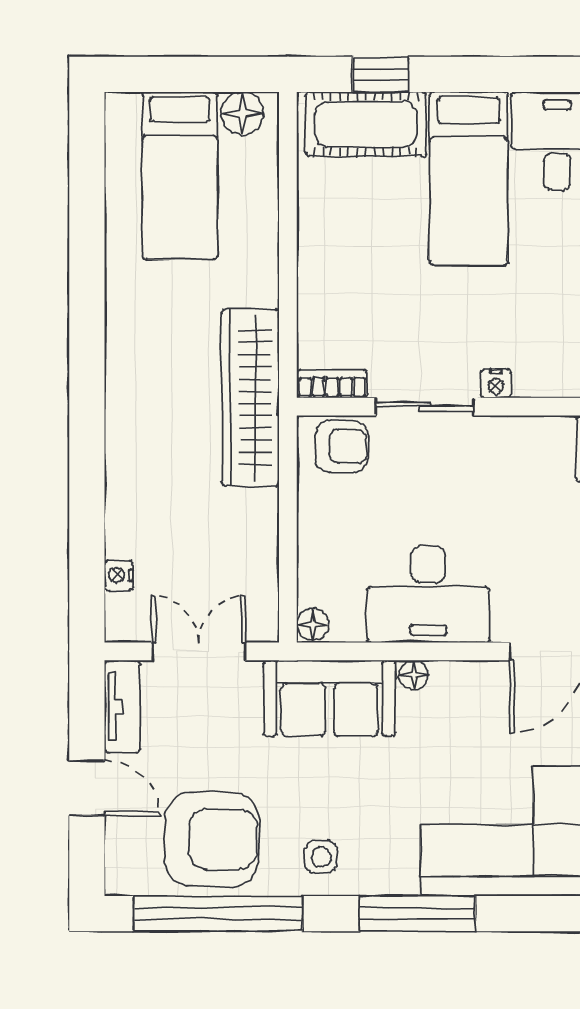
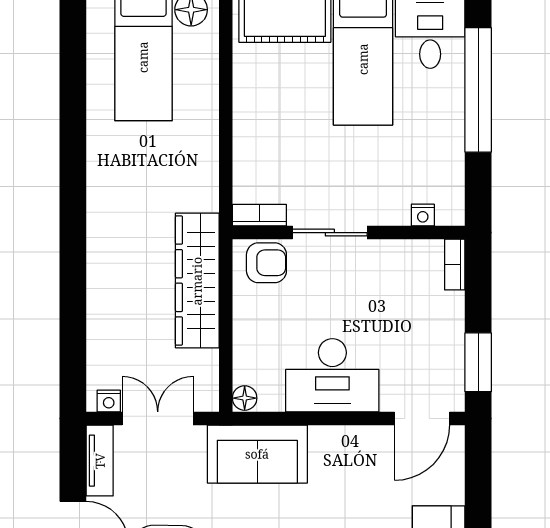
nightstand: (496, 384) -> (423, 215), moved
wardrobe: (251, 398) -> (197, 281), moved
nightstand: (119, 575) -> (109, 401), moved, turned -90
floor lamp: (413, 675) -> (321, 436), removed

